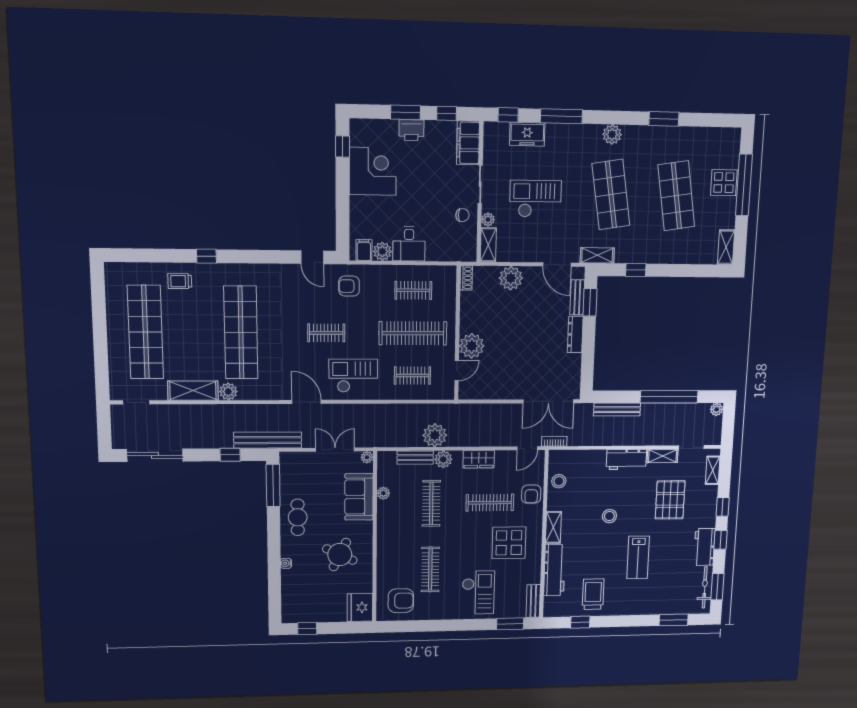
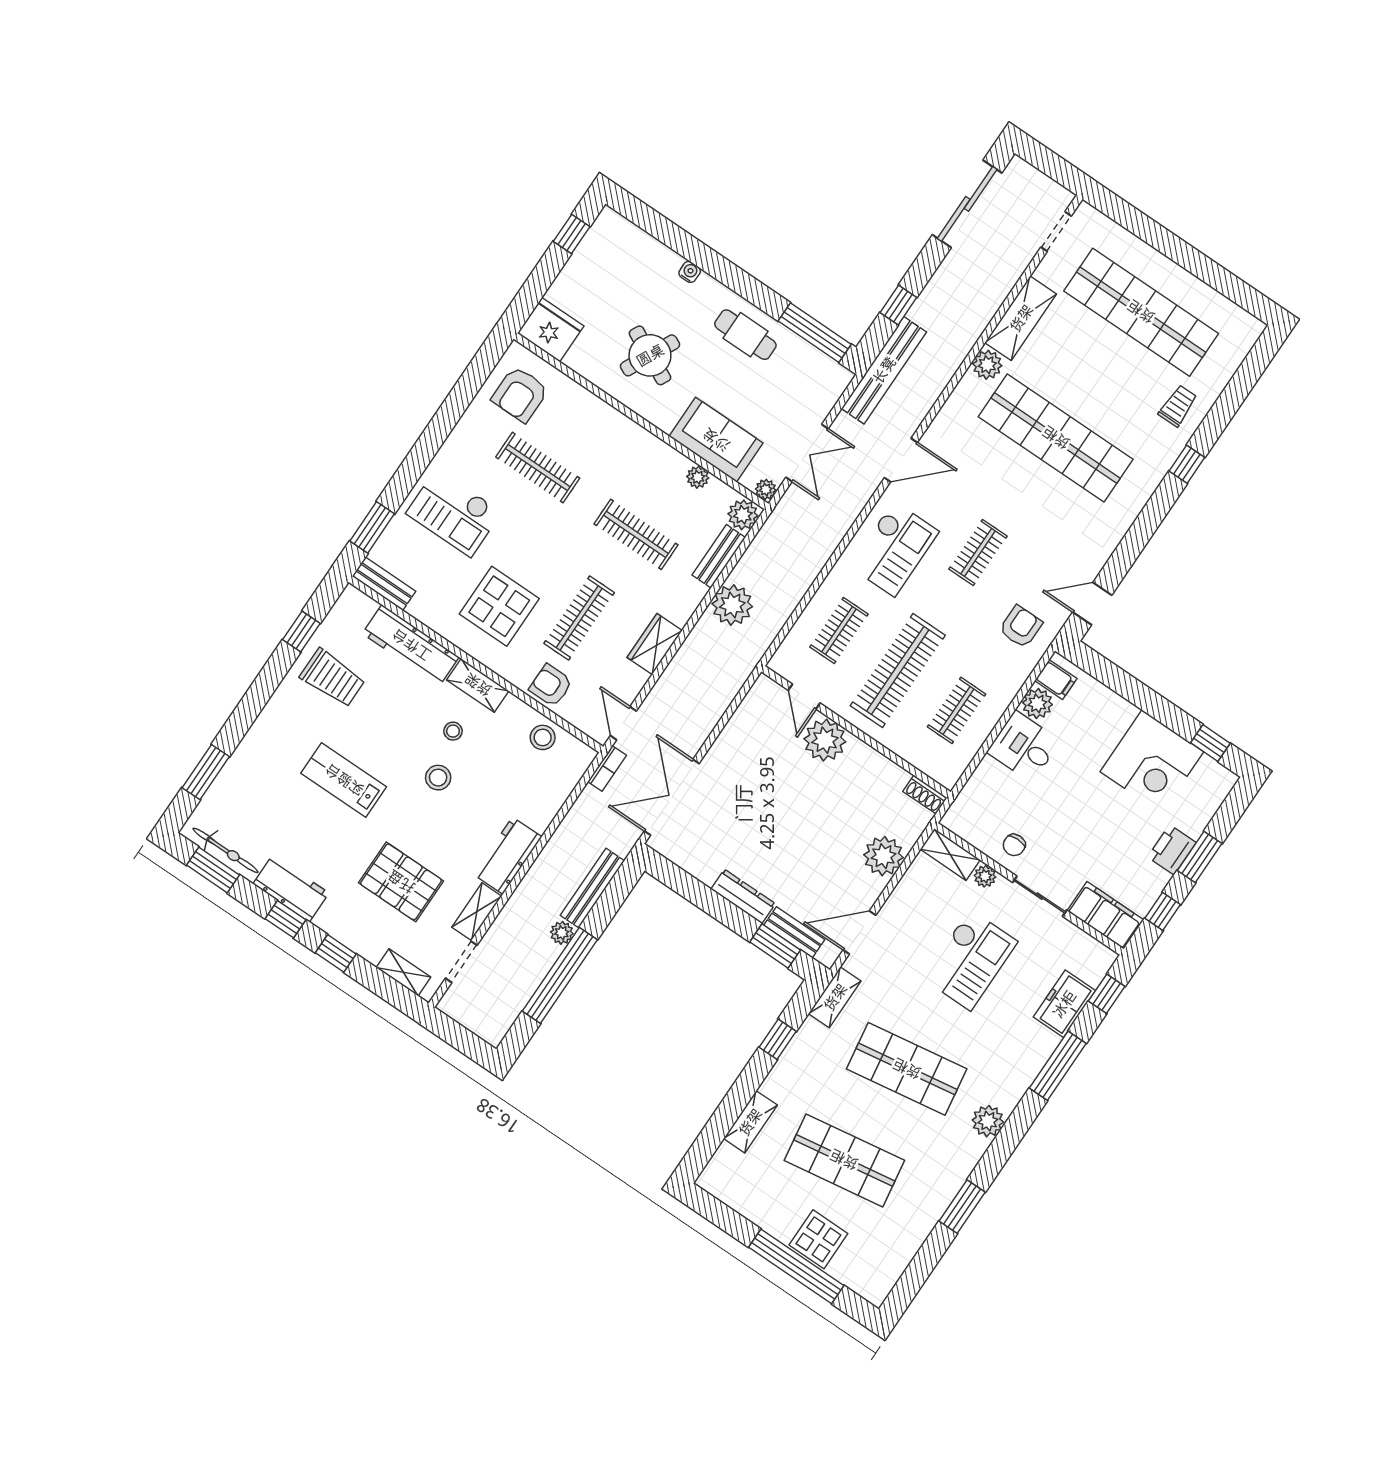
shelving: (726, 247) -> (750, 1122), moved, turned 90
plant: (717, 409) -> (562, 933), moved
plant: (443, 459) -> (743, 515), moved
stool: (583, 524) -> (453, 731), added

